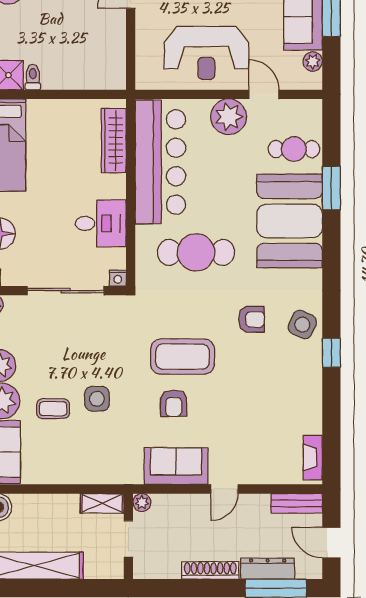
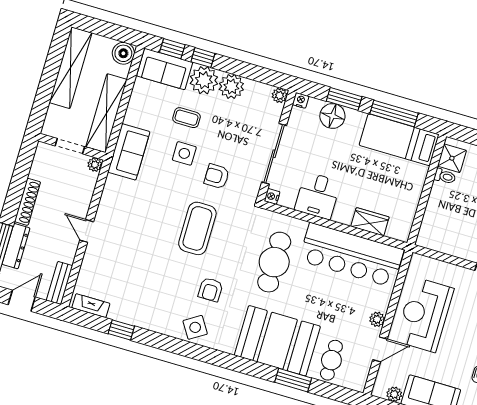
plant: (229, 117) -> (377, 319), width x0.53, depth x0.53
wardrobe: (114, 141) -> (370, 222), width x0.67
side table: (302, 325) -> (195, 327), turned 33
window: (331, 353) -> (121, 330), moved
armchair: (174, 403) -> (217, 176), moved
coffee table: (53, 409) -> (186, 118), turned 90
sofa: (176, 466) -> (129, 152), moved
shelving: (102, 503) -> (106, 113), width x2.20, depth x1.33

